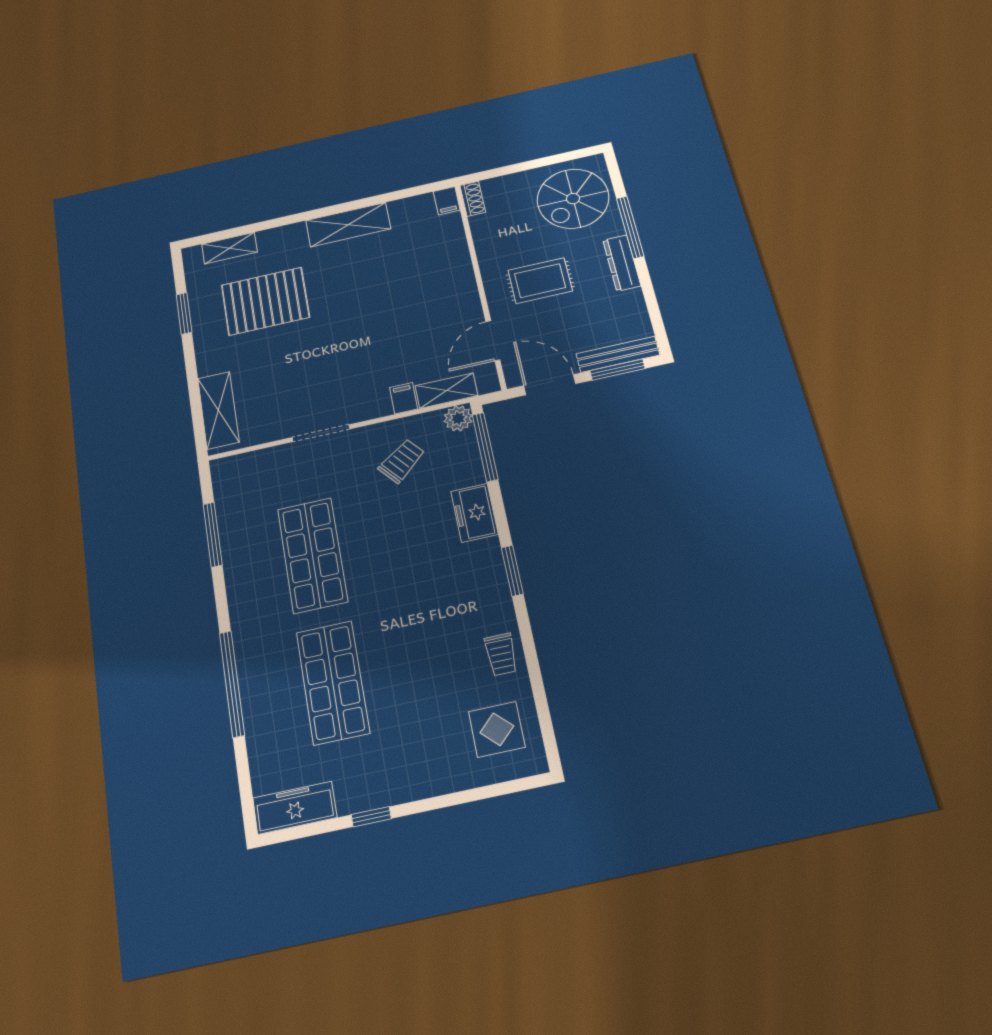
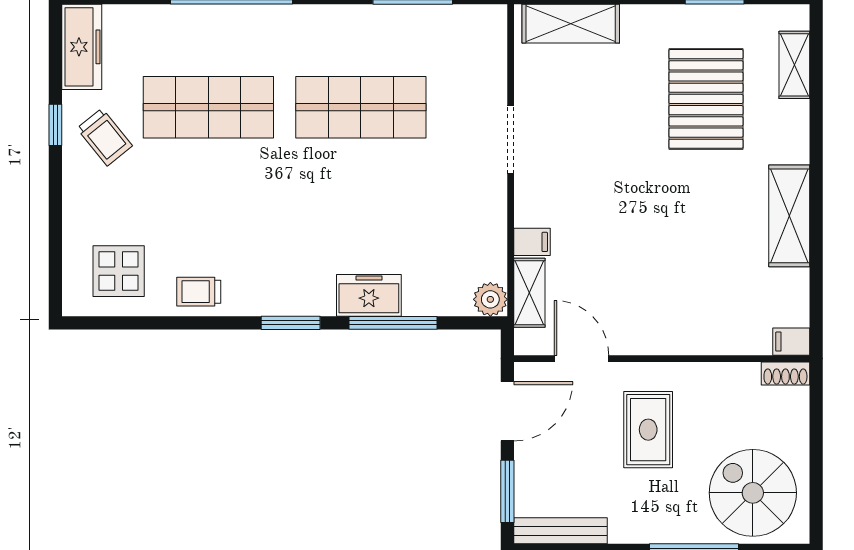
dresser: (622, 263) -> (647, 529), removed
bench: (618, 354) -> (560, 531), moved, turned 90
window: (485, 447) -> (393, 323), moved
trolley: (402, 461) -> (105, 137), moved

